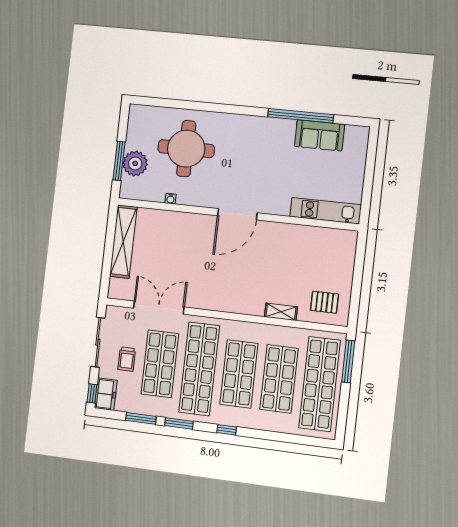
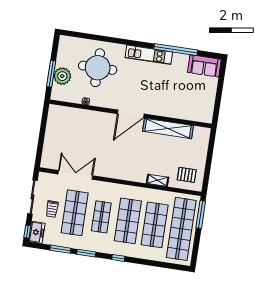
sofa: (320, 135) -> (204, 66), moved
kitchen unit: (326, 211) -> (149, 55), moved, turned 180
shelving: (123, 242) -> (168, 128), moved, turned 90
shop shelf: (199, 369) -> (101, 217), width x0.50, depth x0.74

